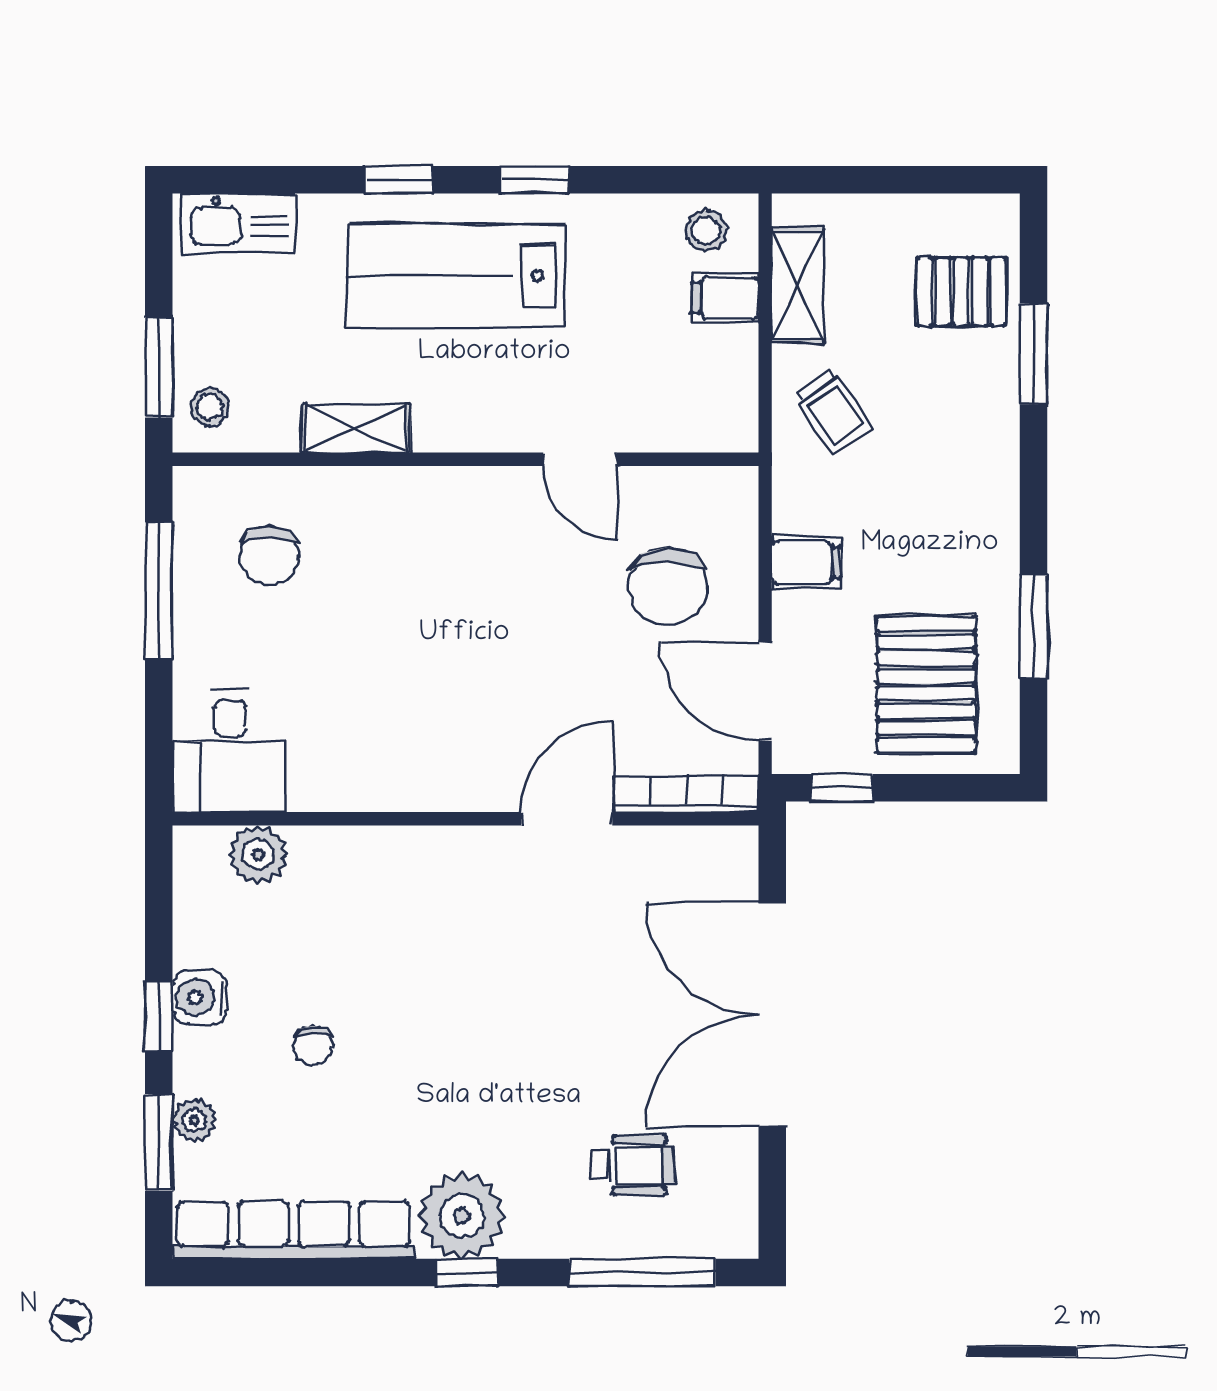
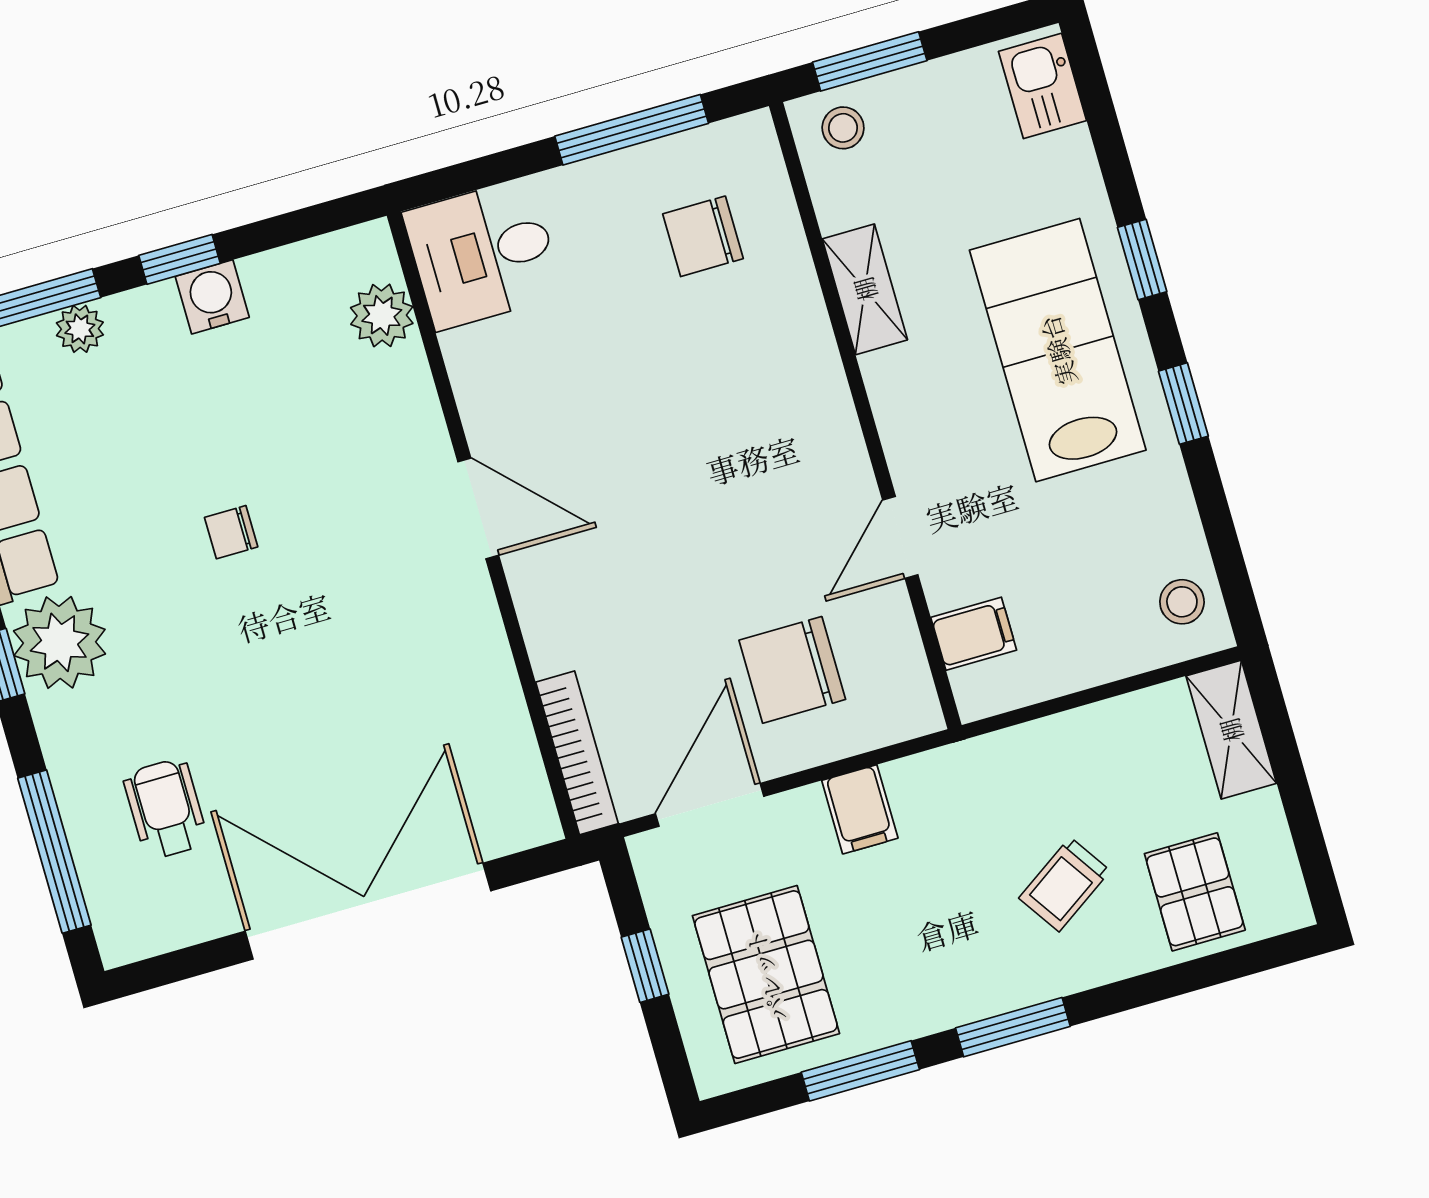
kitchen sink: (239, 223) -> (1042, 86), width x0.73
shelving: (798, 285) -> (1231, 730), moved, turned 90
filing cabinet: (725, 298) -> (974, 634), moved, turned 90
window: (1034, 354) -> (1013, 1027), moved
trolley: (833, 411) -> (1065, 884), moved
pallet: (926, 685) -> (766, 975), turned 90
window: (842, 788) -> (645, 966), moved
door: (567, 819) -> (478, 509), moved
chair: (313, 1045) -> (231, 532), moved
wheelchair: (633, 1165) -> (166, 809), turned 180

